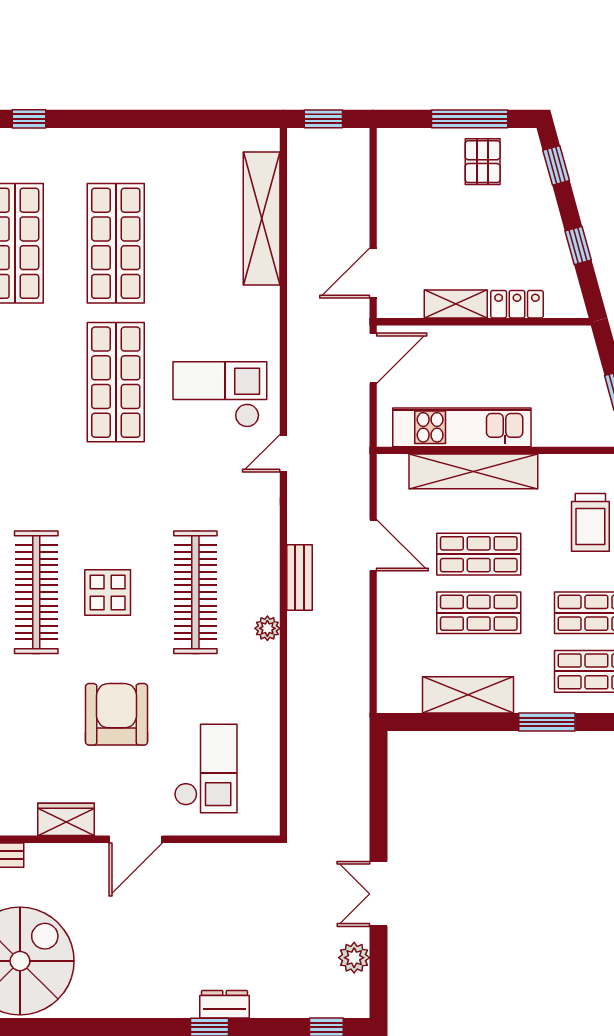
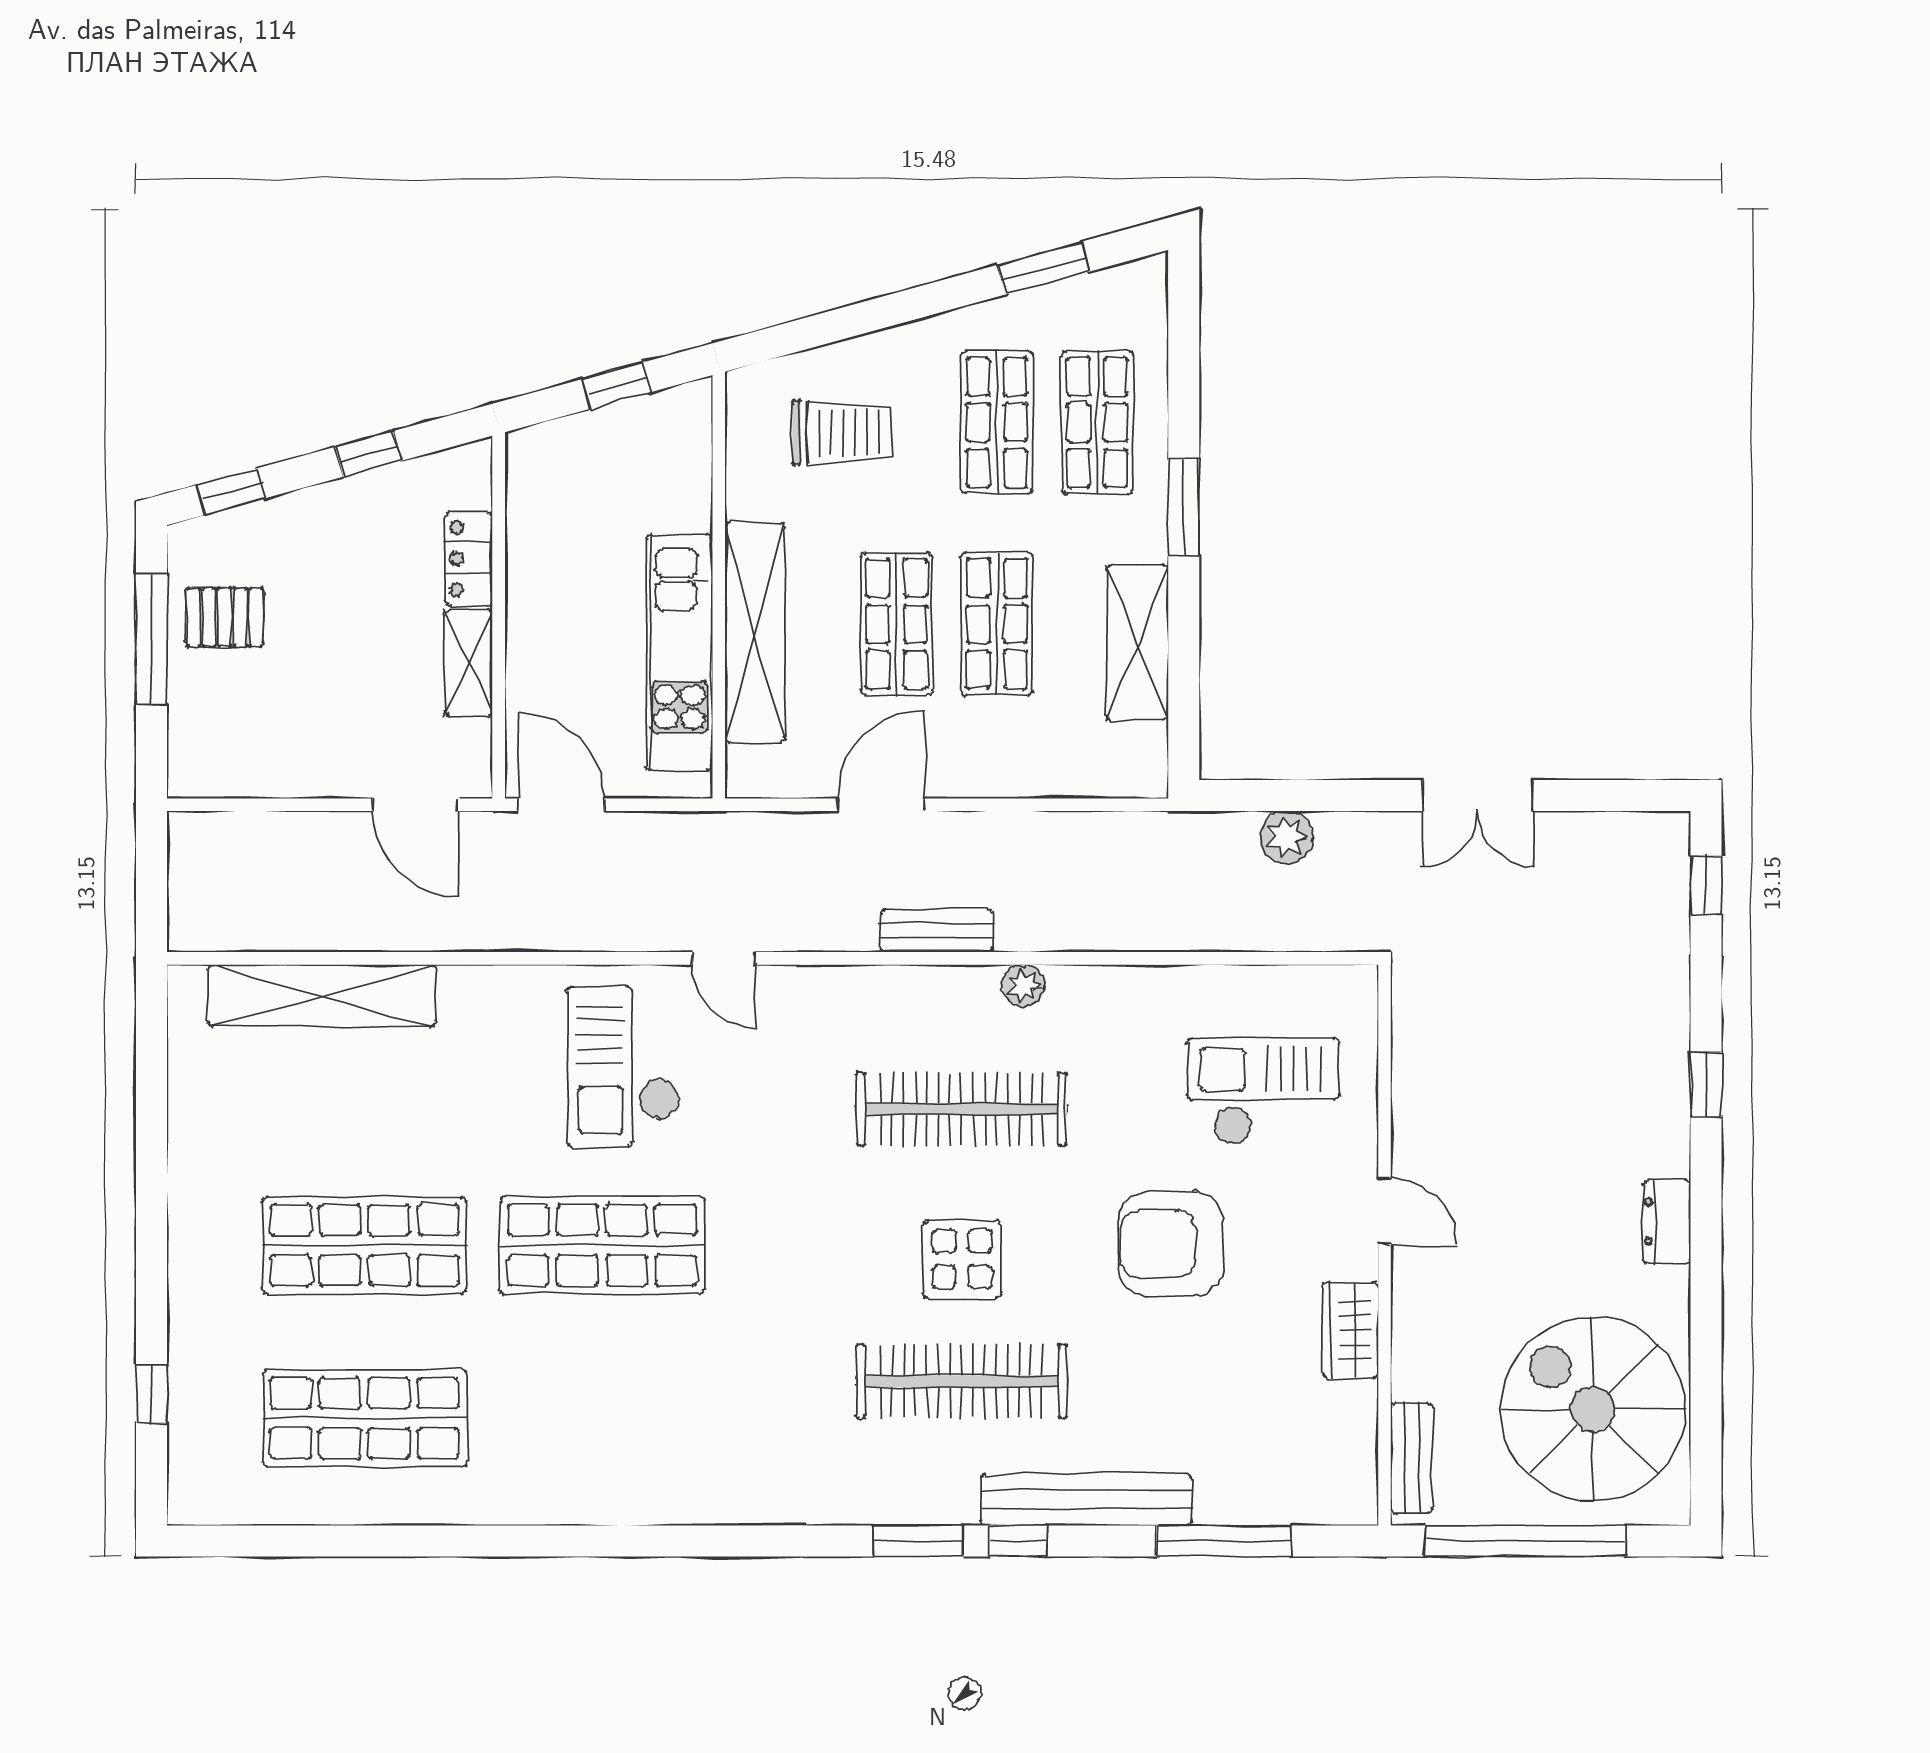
window: (323, 119) -> (151, 890), removed
door: (136, 839) -> (1384, 1211), width x0.73
plant: (354, 958) -> (1286, 837), moved
dresser: (225, 1004) -> (1667, 1222), moved

